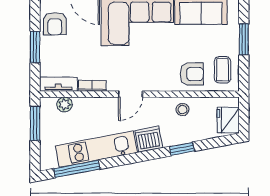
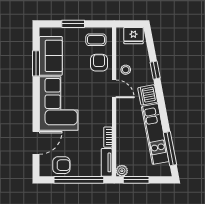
window: (35, 47) -> (79, 180), width x2.11
door: (131, 94) -> (114, 89), moved
plant: (64, 104) -> (122, 171), moved

